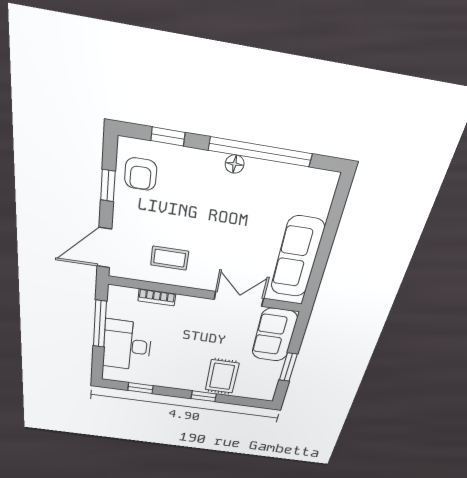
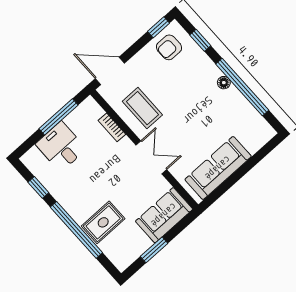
window: (108, 186) -> (159, 27), moved
coffee table: (170, 258) -> (142, 108), width x1.36, depth x1.30
double door: (239, 299) -> (151, 157), moved
desk: (127, 346) -> (61, 147), width x0.73
window: (204, 396) -> (76, 230), width x3.17

